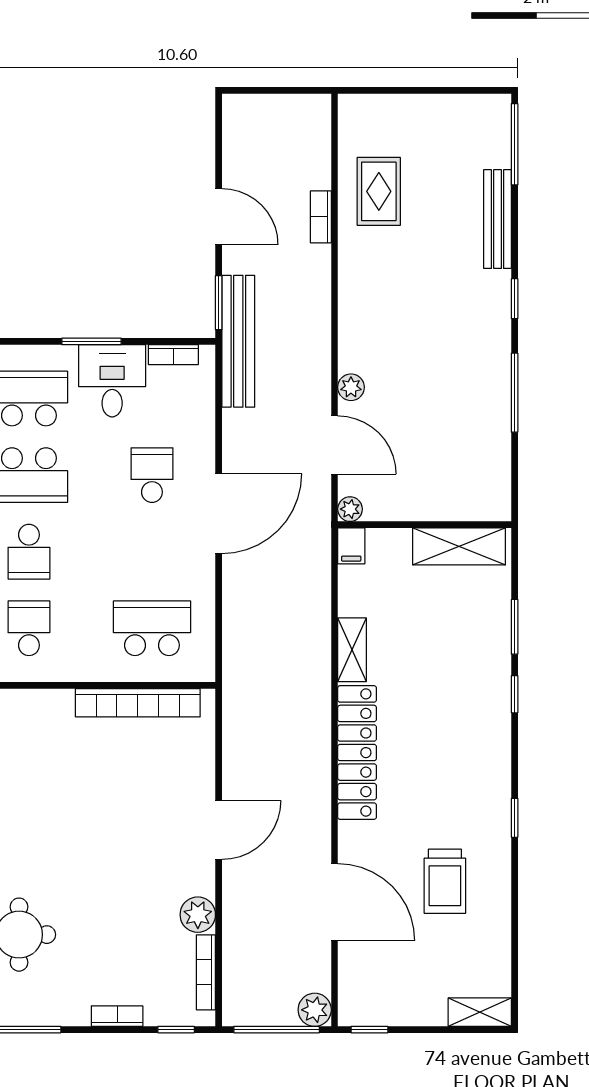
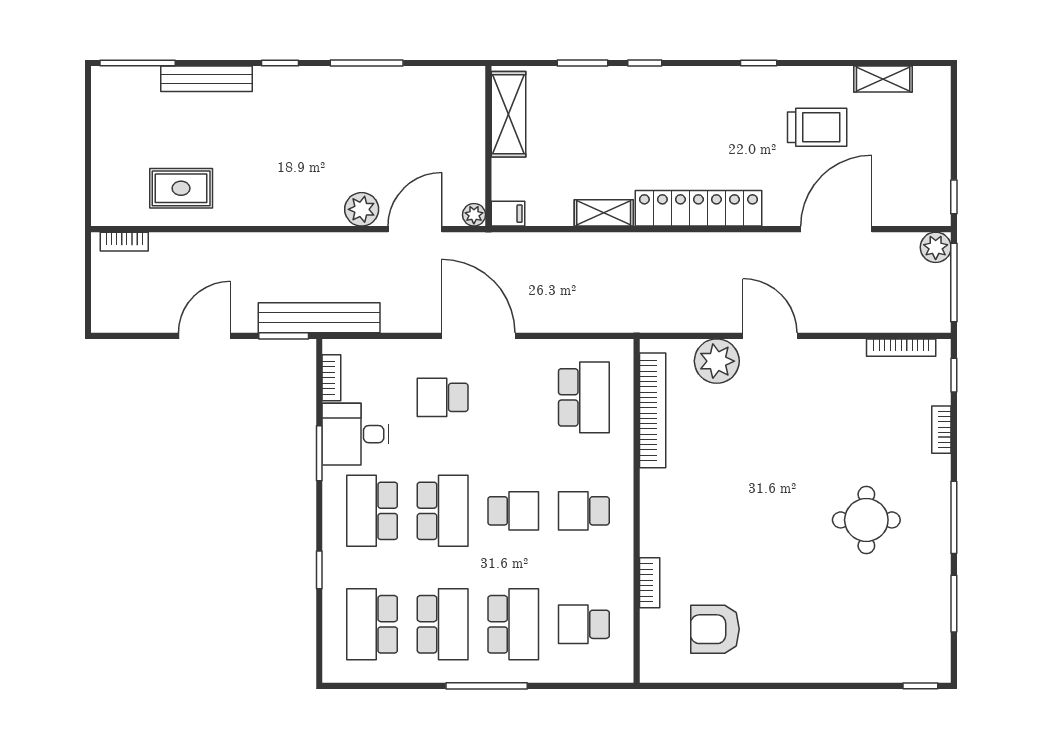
bookcase: (321, 217) -> (124, 242), moved
plant: (351, 387) -> (362, 209), width x1.38, depth x1.38
school desk: (152, 628) -> (584, 397), turned 180
plant: (198, 915) -> (717, 361), moved, width x1.36, depth x1.36
shelving: (480, 1012) -> (883, 79), moved, turned 90

